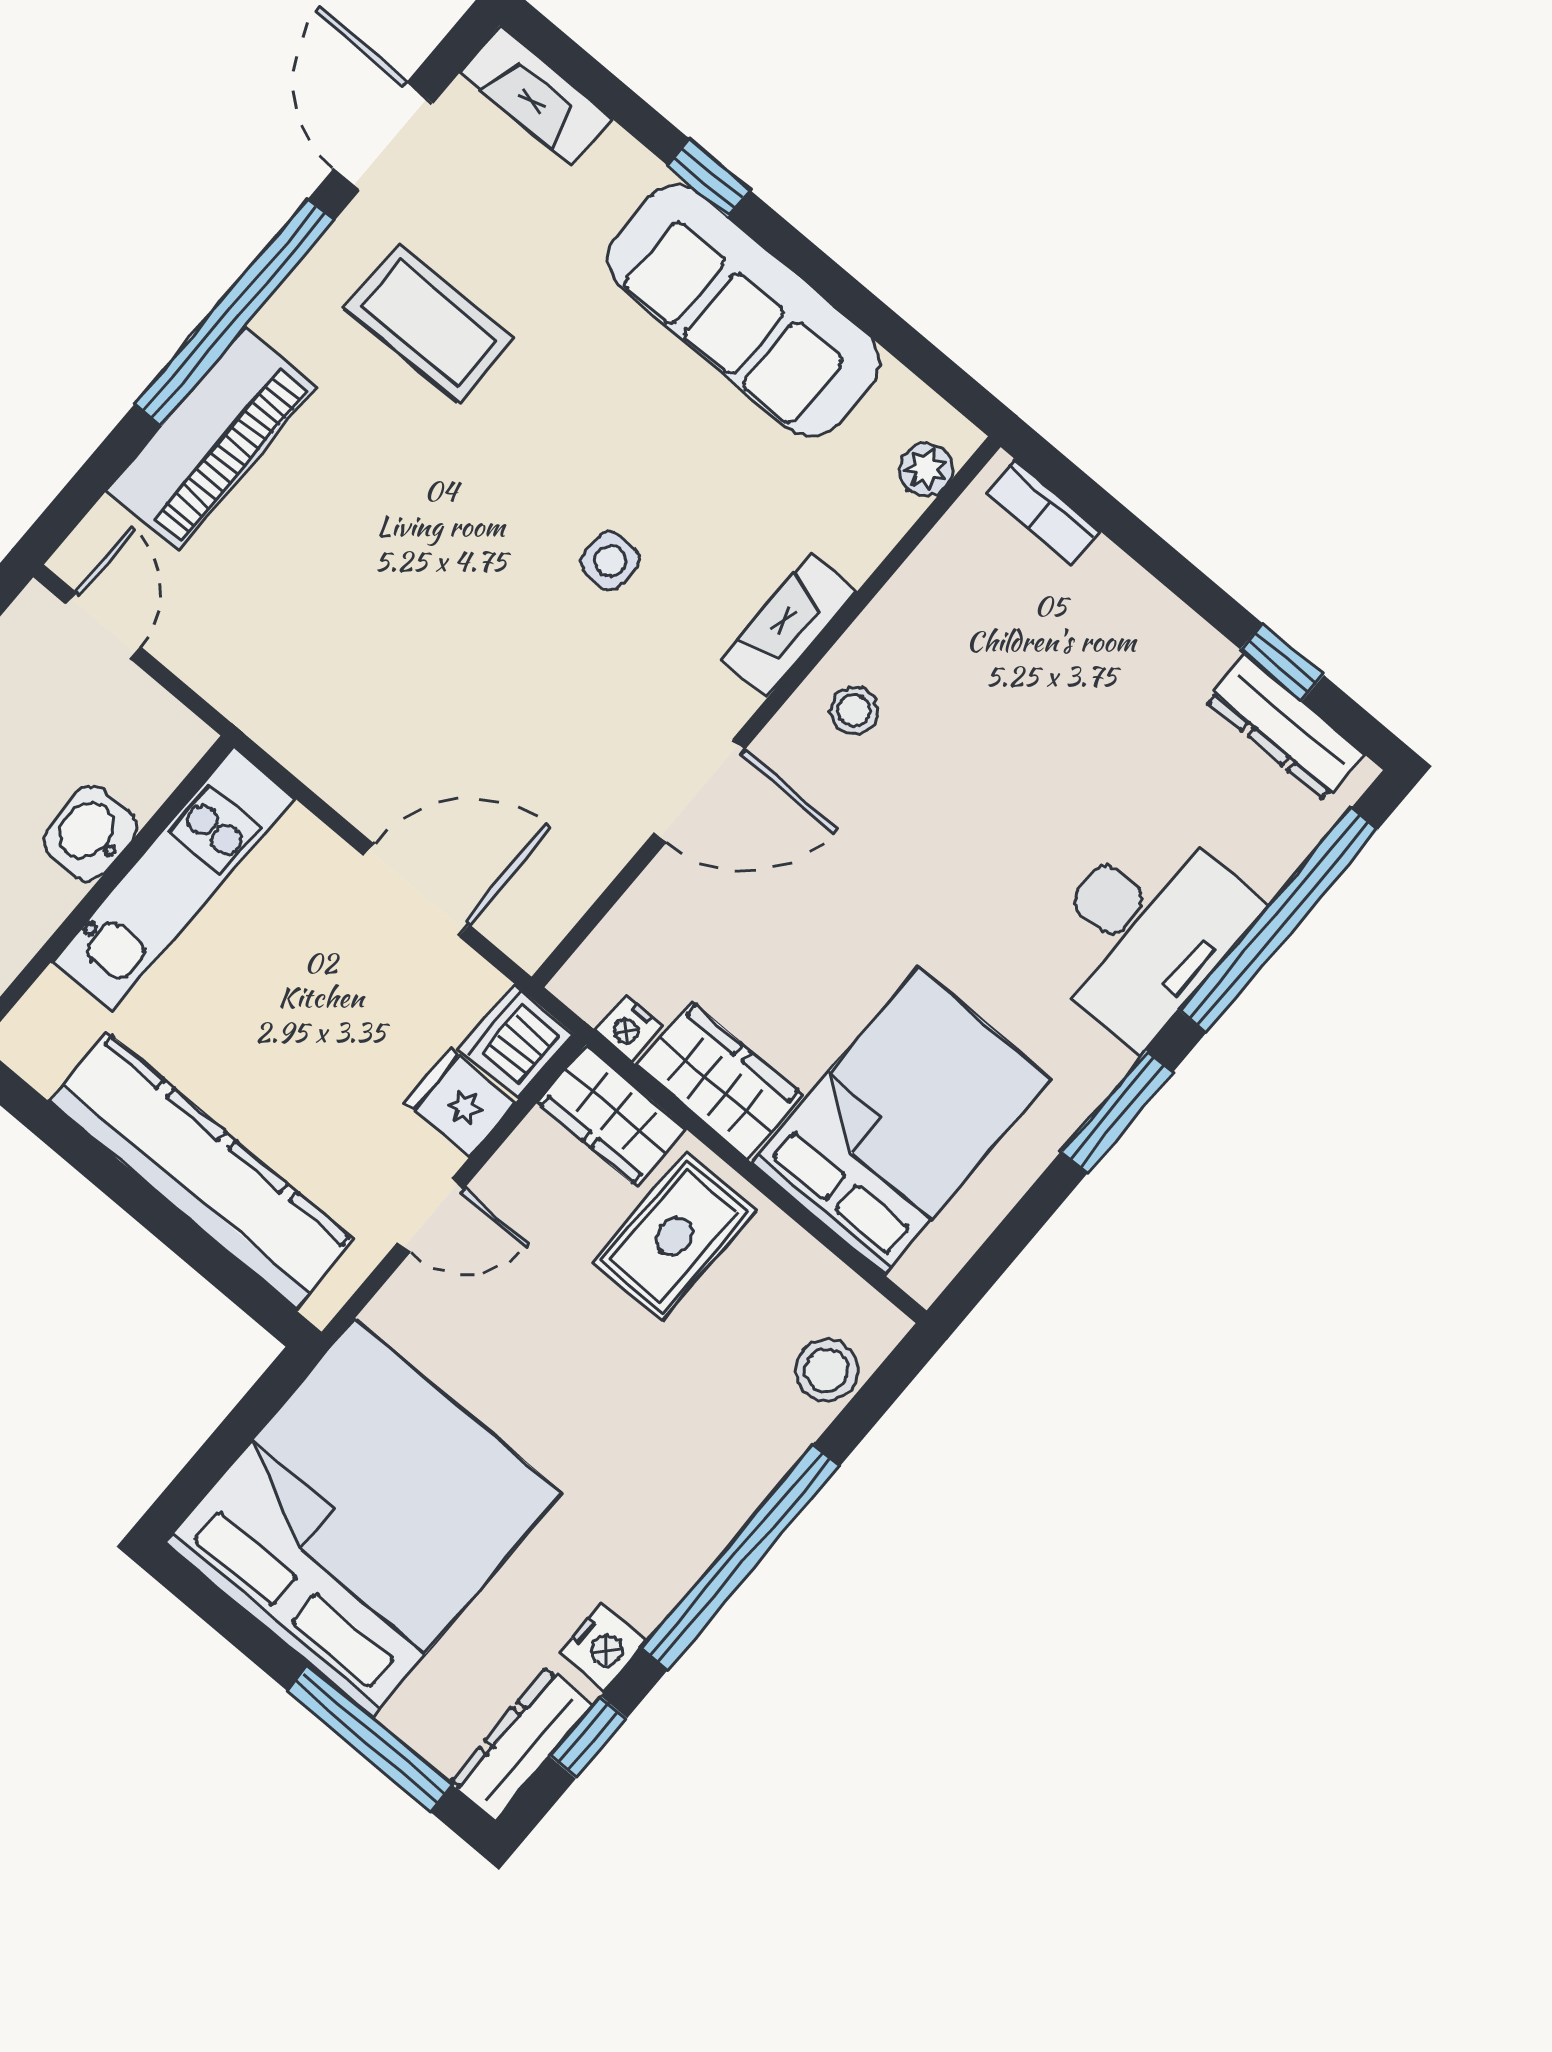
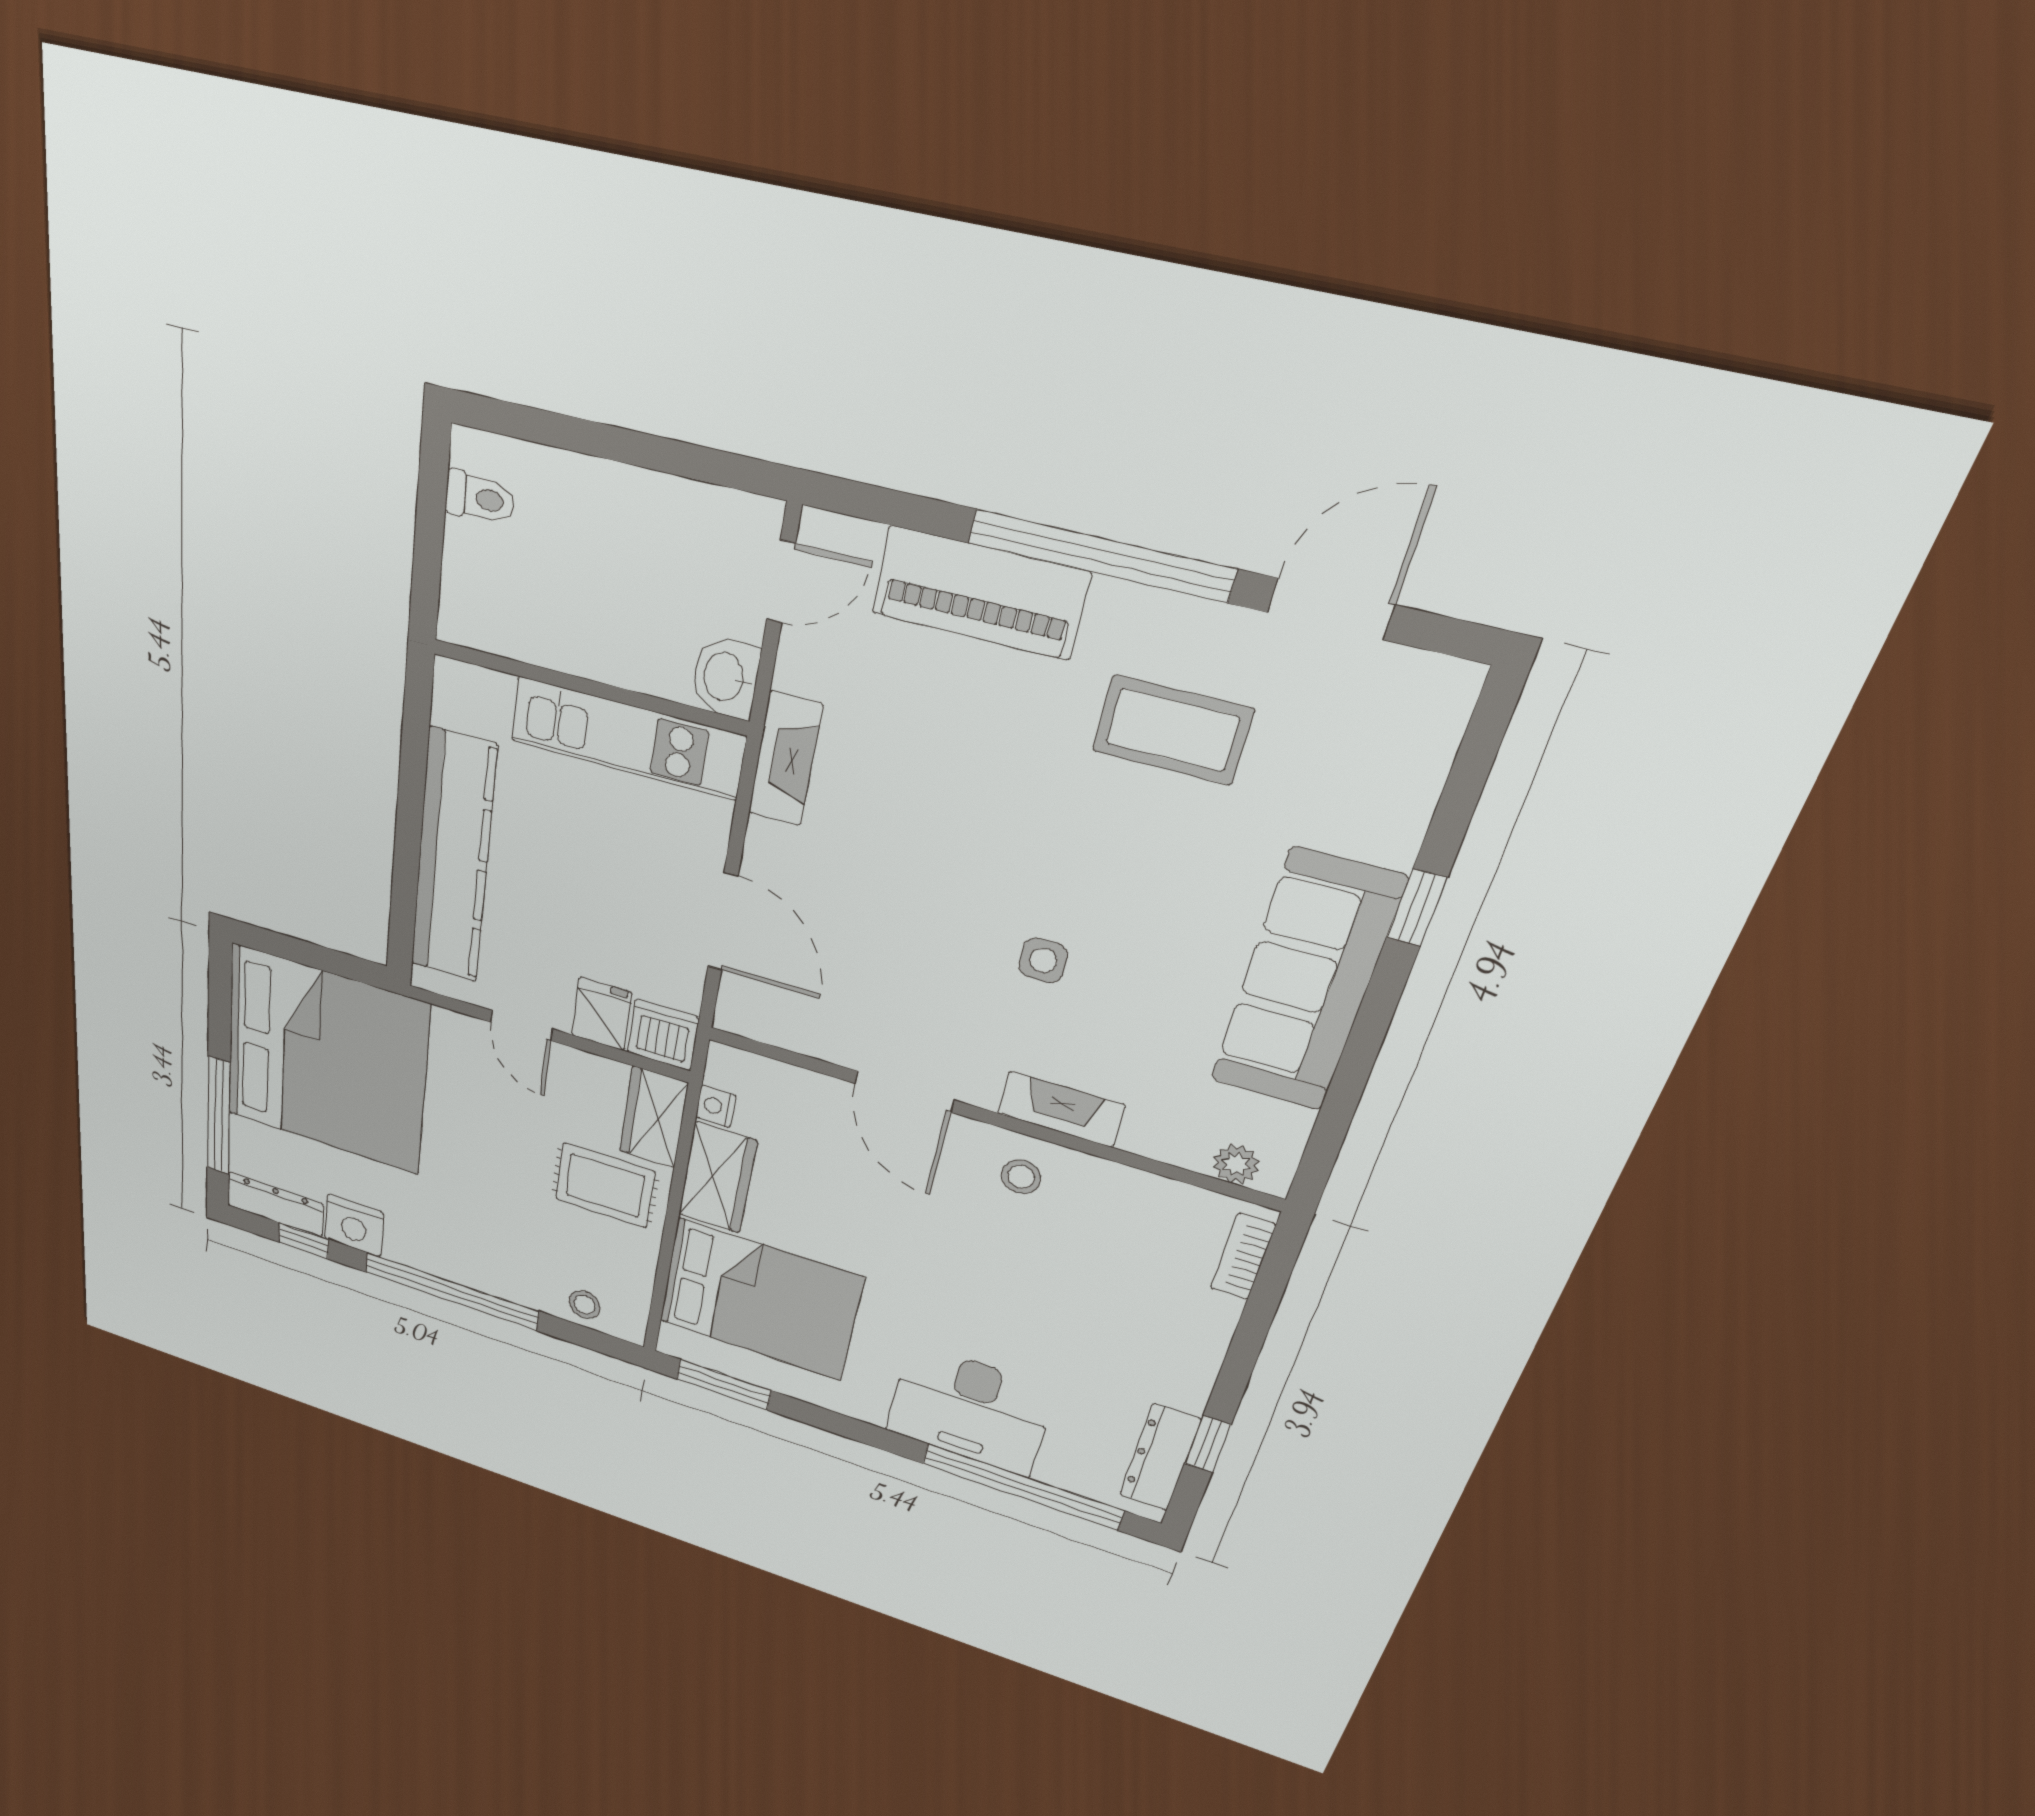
fireplace: (536, 96) -> (785, 759), moved, turned 180
coffee table: (429, 323) -> (1172, 730), turned 90
washbasin: (90, 834) -> (725, 677), moved, turned -90
window: (1117, 1112) -> (724, 1385), moved
stool: (827, 1370) -> (585, 1305), width x0.73, depth x0.73
nightstand: (603, 1647) -> (354, 1225), width x1.36, depth x1.33

